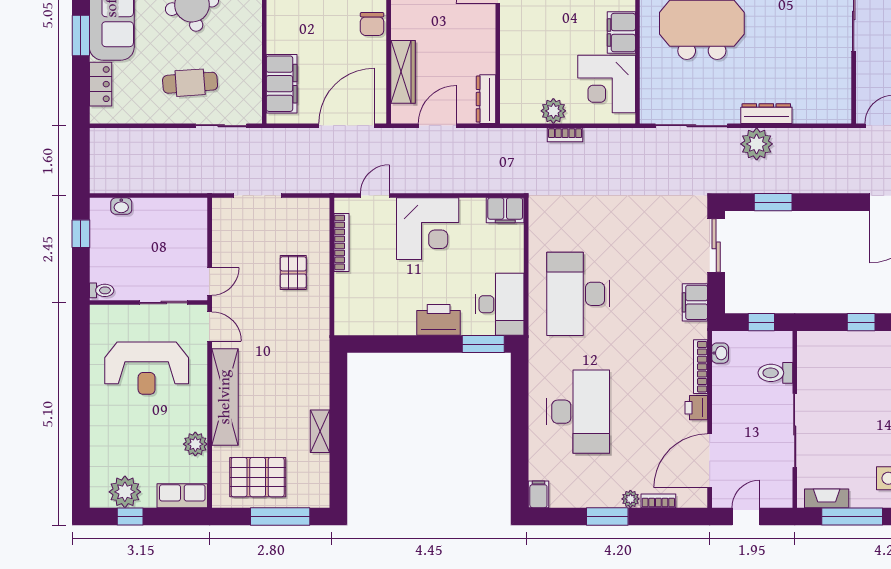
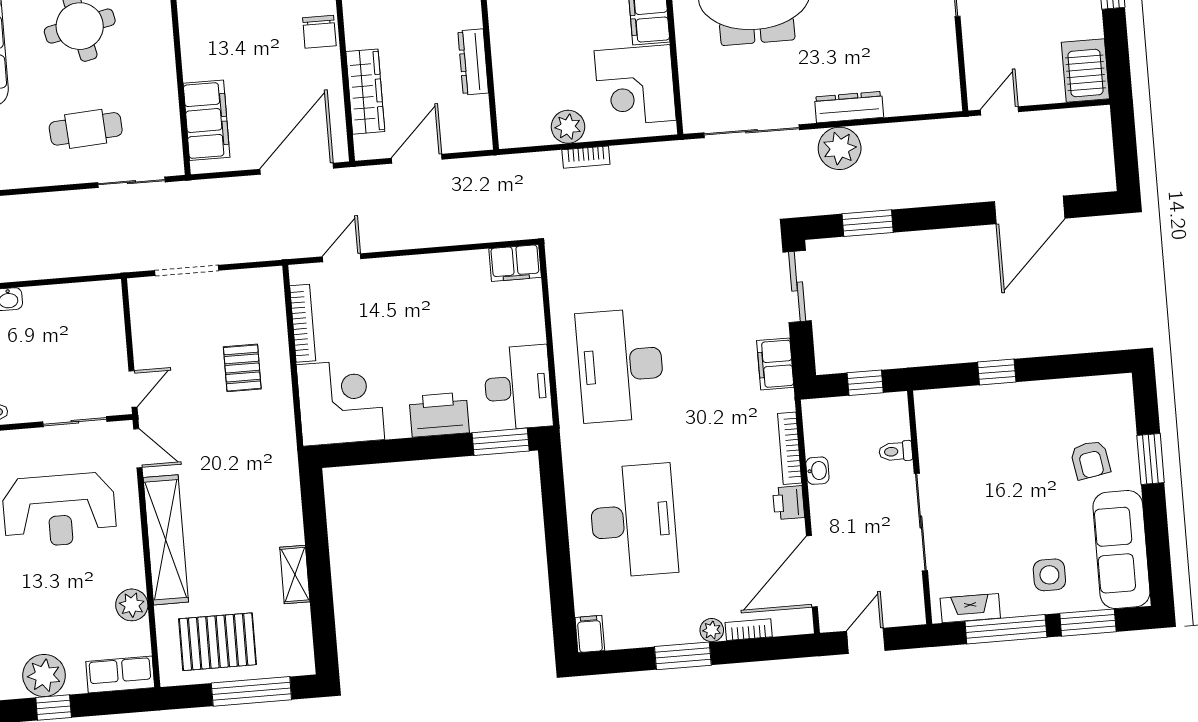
dresser: (486, 99) -> (473, 62), moved
corner desk: (428, 229) -> (340, 402), moved, turned -90
washbasin: (720, 353) -> (817, 471), moved
toilet: (775, 373) -> (896, 451), width x0.73, depth x0.72

